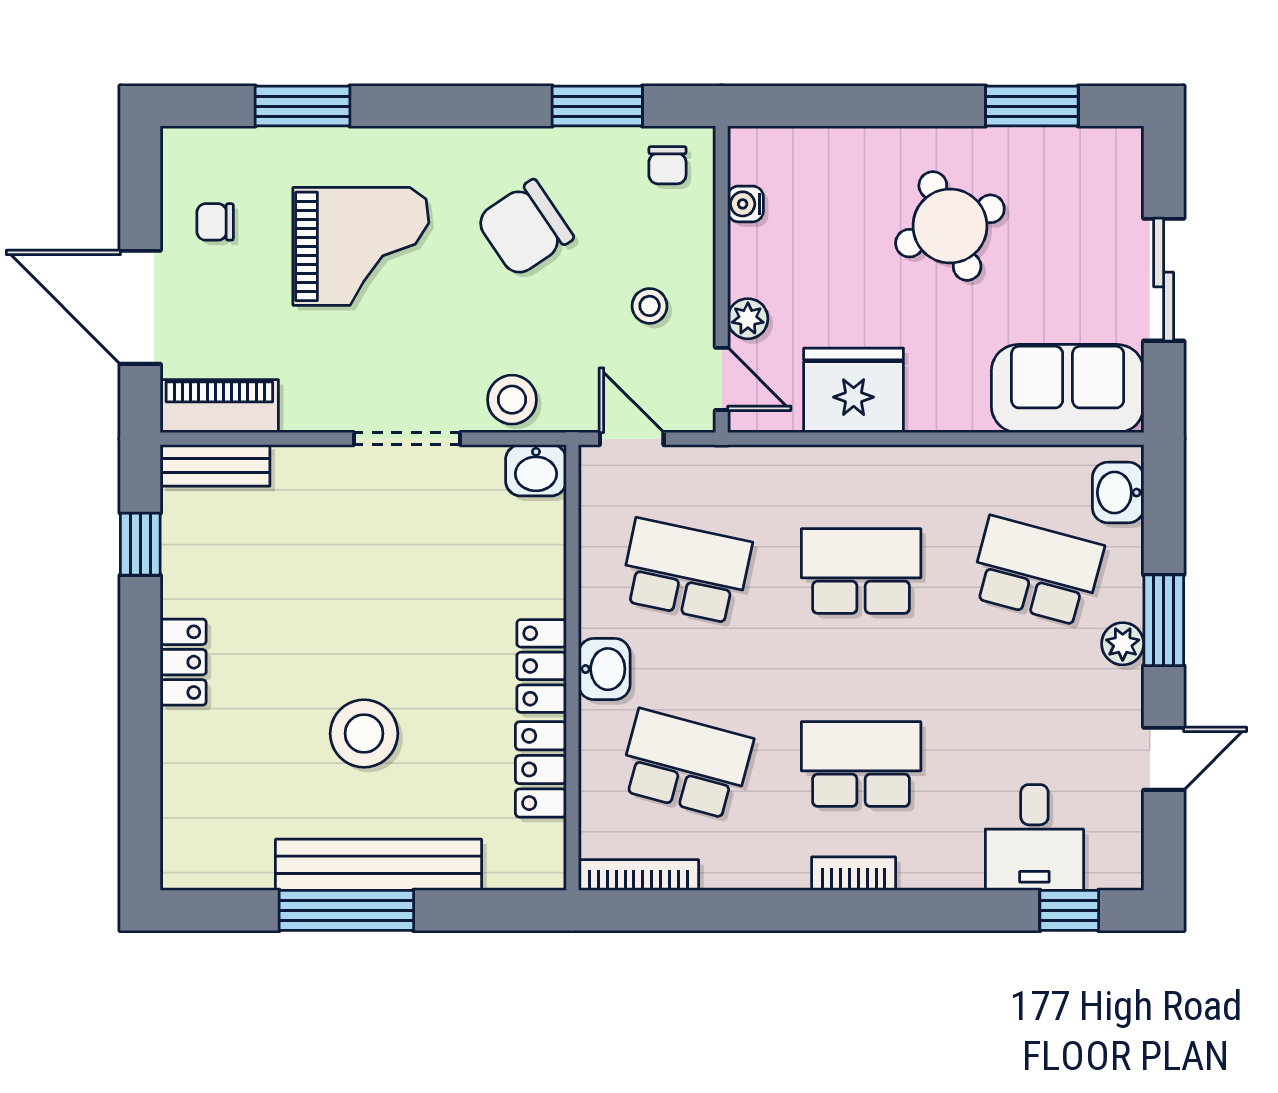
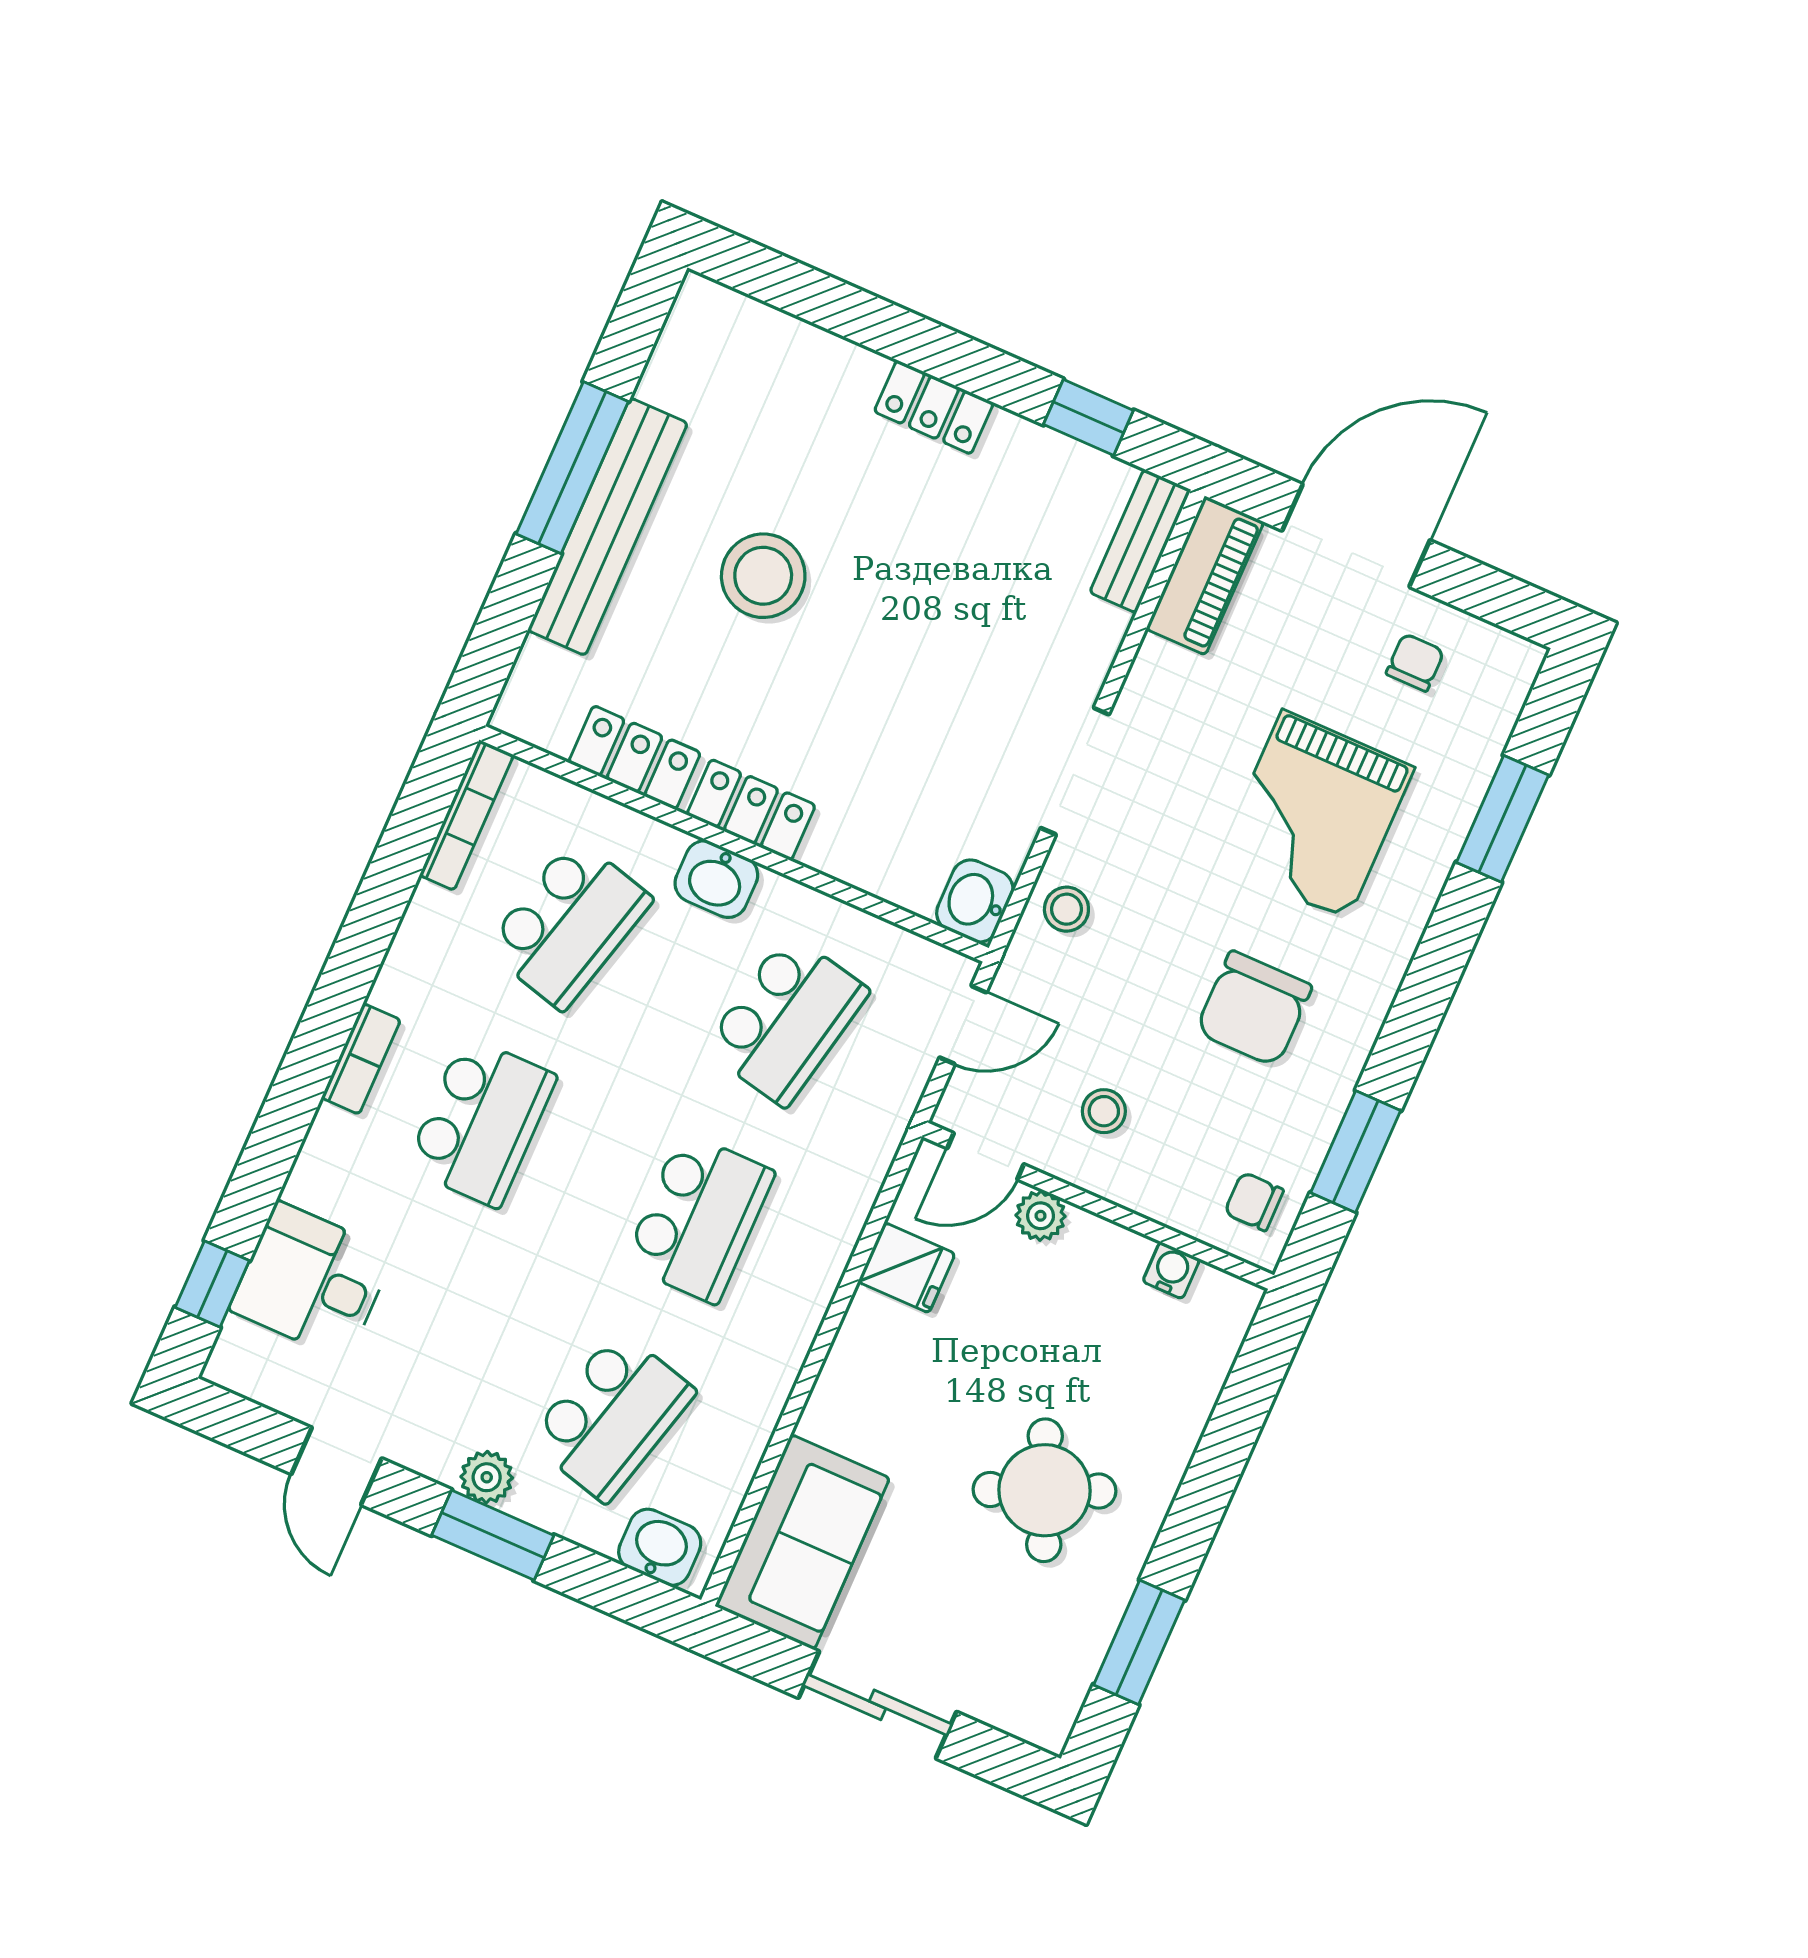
chair: (525, 228) -> (1254, 1009), turned -146
fridge: (854, 390) -> (907, 1268), width x0.53, depth x0.75
stool: (512, 400) -> (1066, 909), width x0.73, depth x0.73

